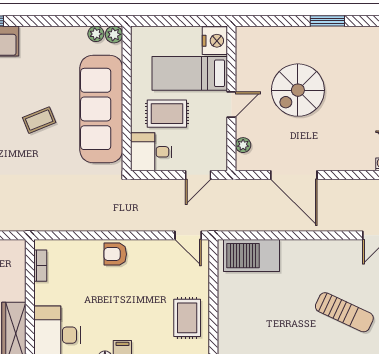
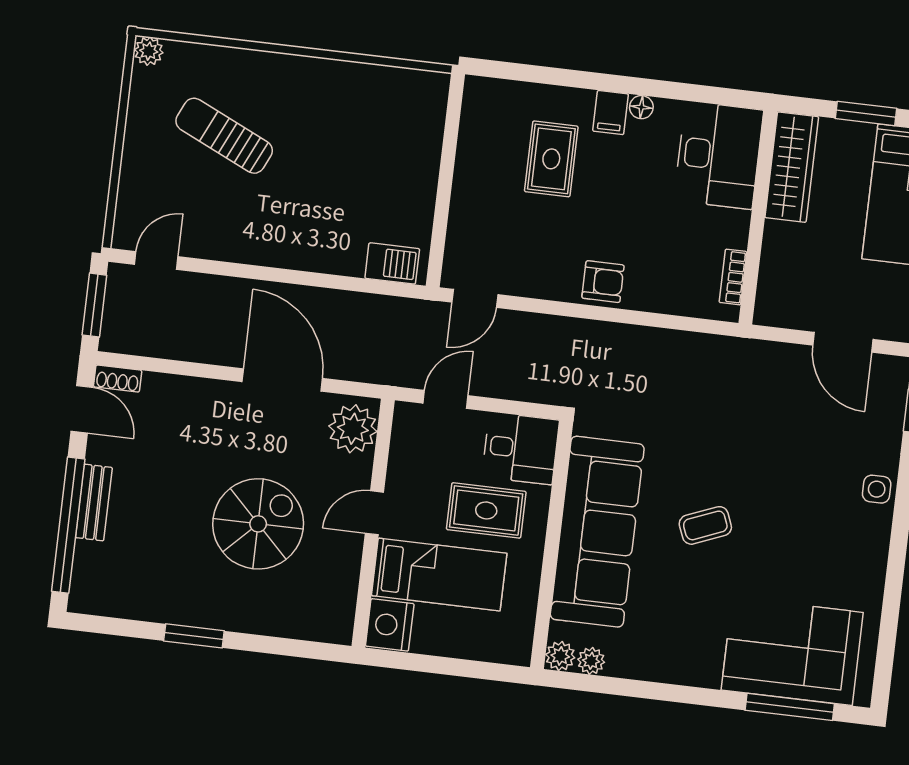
plant: (243, 145) -> (353, 429), width x1.88, depth x1.88
door: (188, 235) -> (475, 298), swing flipped
barbecue: (251, 256) -> (392, 263), width x0.53, depth x0.65
rug: (187, 318) -> (551, 159), moved

